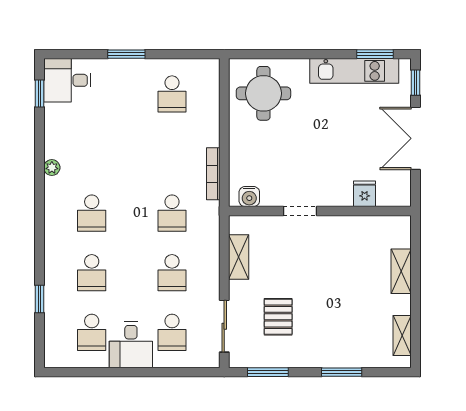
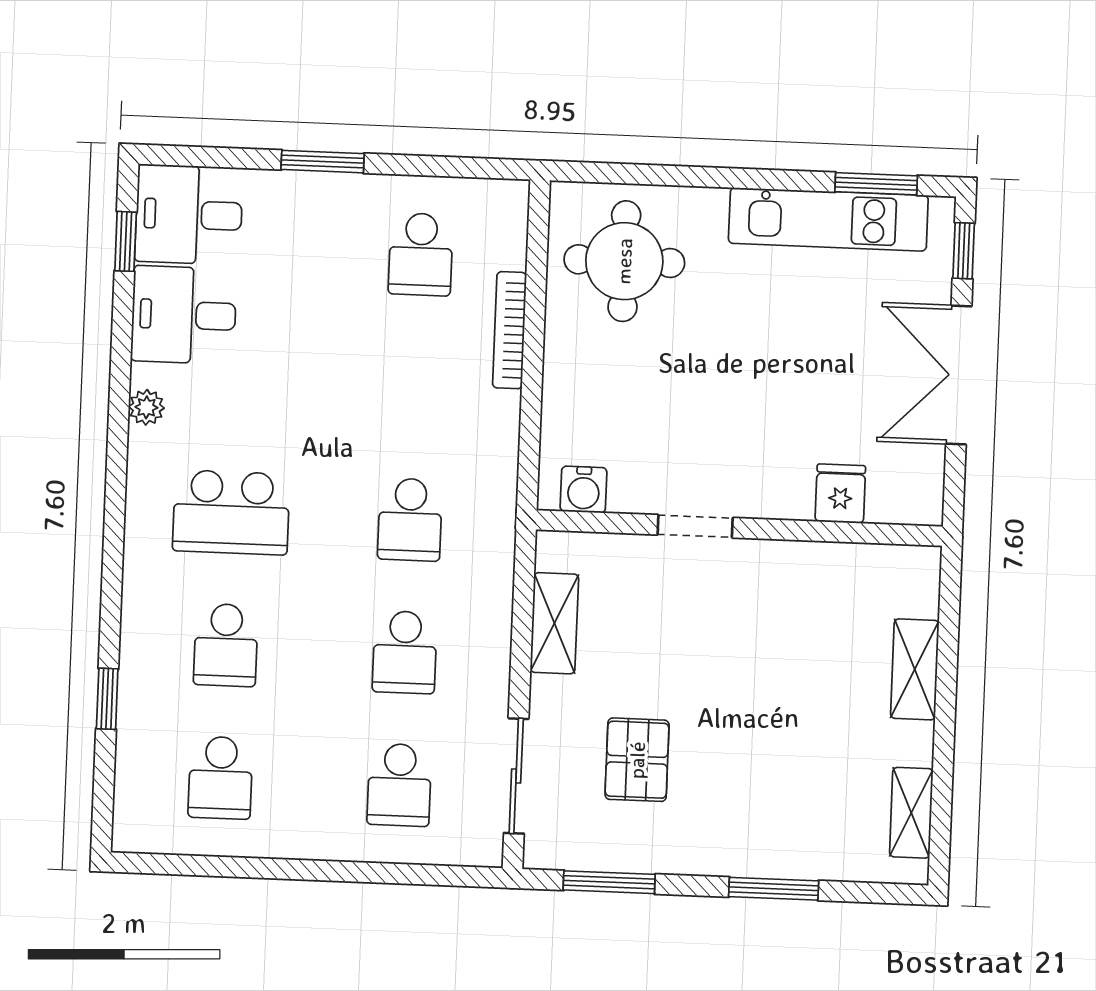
bookcase: (213, 174) -> (510, 330), moved
school desk: (92, 213) -> (231, 512), width x1.85
desk: (131, 345) -> (184, 315), moved, turned 90

